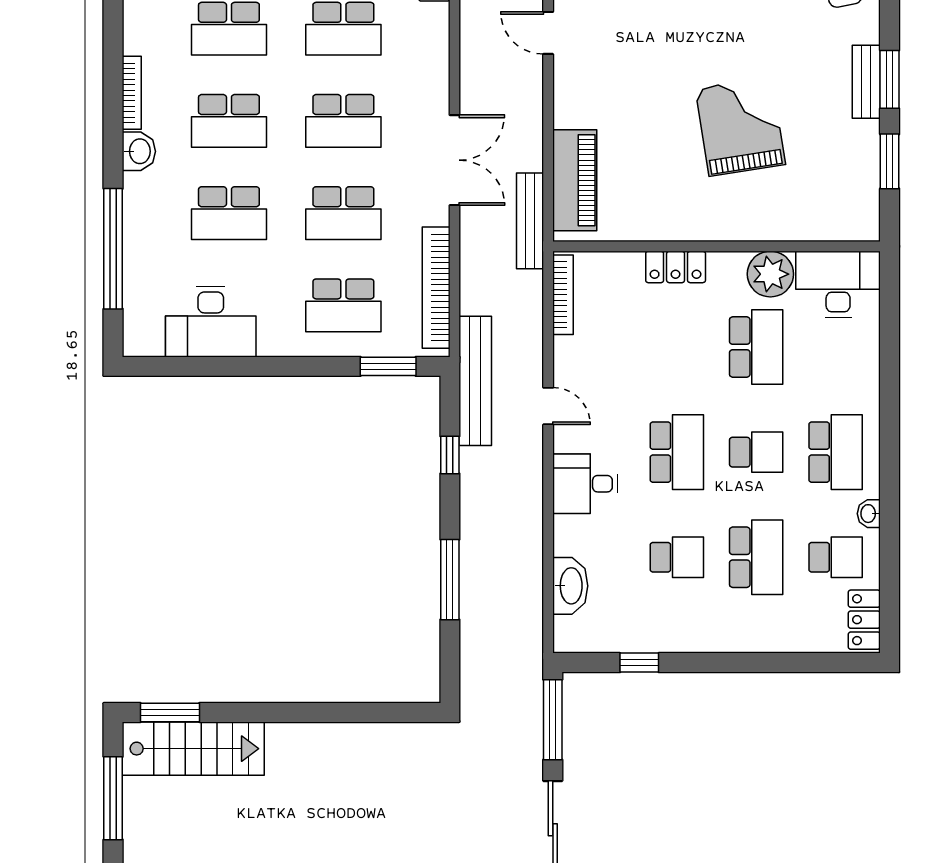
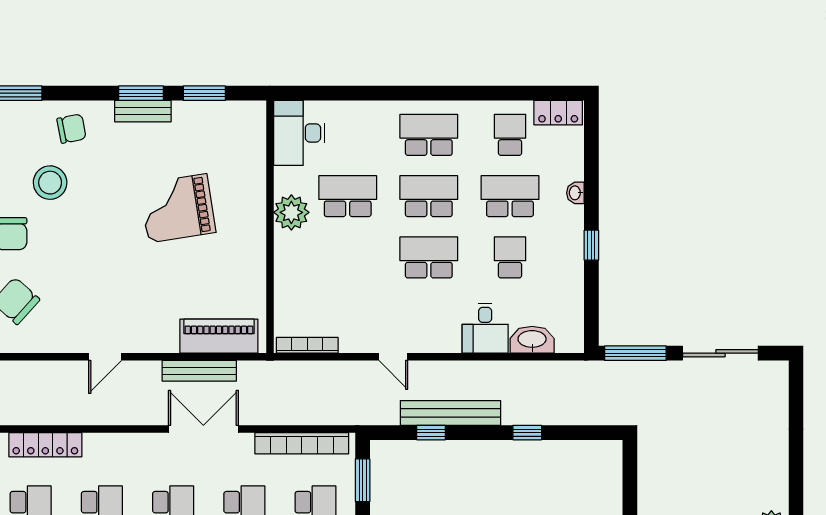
bench: (530, 221) -> (199, 371), moved
locker: (676, 267) -> (286, 258), removed
plant: (770, 274) -> (291, 212), moved
bench: (475, 381) -> (450, 413), moved
door: (548, 406) -> (393, 357), swing flipped
school desk: (756, 452) -> (429, 196), width x1.85
desk: (585, 484) -> (485, 328), moved
washbasin: (869, 514) -> (575, 193), moved, turned 90
window: (450, 580) -> (527, 433), width x0.46
window: (639, 663) -> (591, 245), moved

